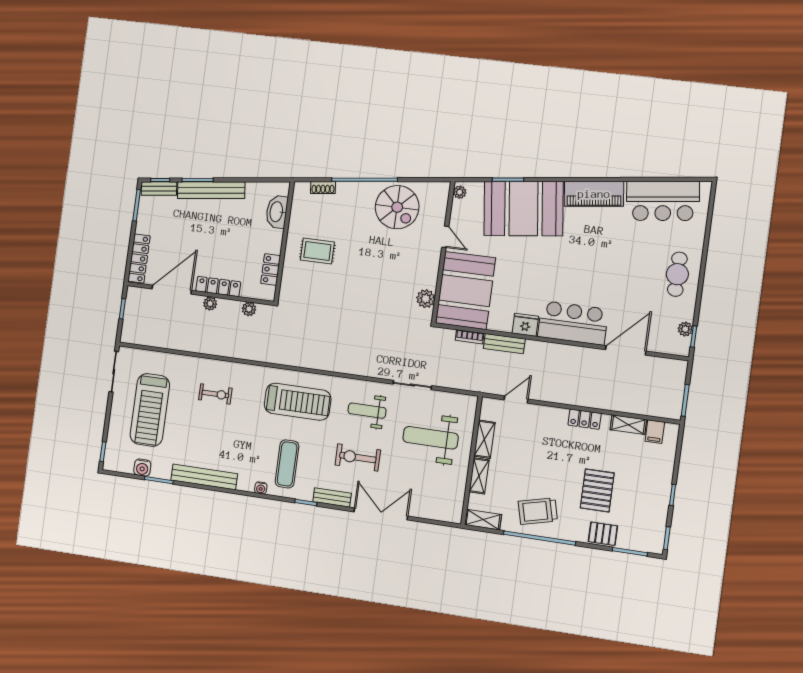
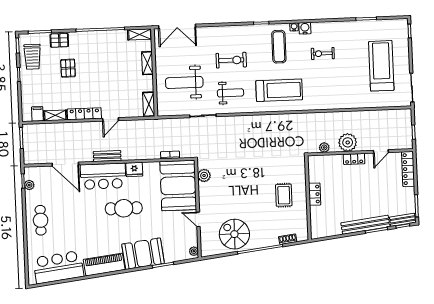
booth: (524, 209) -> (143, 254), width x0.73, depth x0.70
washbasin: (277, 212) -> (317, 217), removed
rug: (317, 251) -> (284, 195), turned 90
locker: (271, 270) -> (315, 194), moved
cafe table: (551, 271) -> (124, 208), added
locker: (218, 286) -> (354, 159), width x0.66
door: (172, 290) -> (381, 151), width x0.53
plant: (210, 304) -> (348, 142), width x1.88, depth x1.88
bench: (504, 344) -> (107, 156), moved
door: (626, 350) -> (65, 164), hinge flipped
exercise bike: (215, 394) -> (323, 53), moved
door: (516, 399) -> (111, 119), moved
treadmill: (298, 402) -> (279, 90), turned 180
locker: (585, 419) -> (84, 114), width x1.53
weight bench: (431, 438) -> (184, 83), turned 180
shelving: (484, 439) -> (149, 104), moved
water cooler: (142, 468) -> (305, 28), moved
bench: (204, 477) -> (335, 27), removed
pallet: (597, 490) -> (68, 68), width x0.67, depth x0.71
bench: (332, 498) -> (244, 30), removed
trolley: (538, 511) -> (32, 57), moved, turned 104
double door: (381, 514) -> (177, 26), moved

